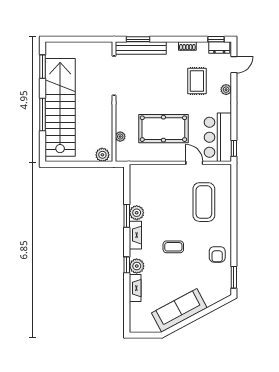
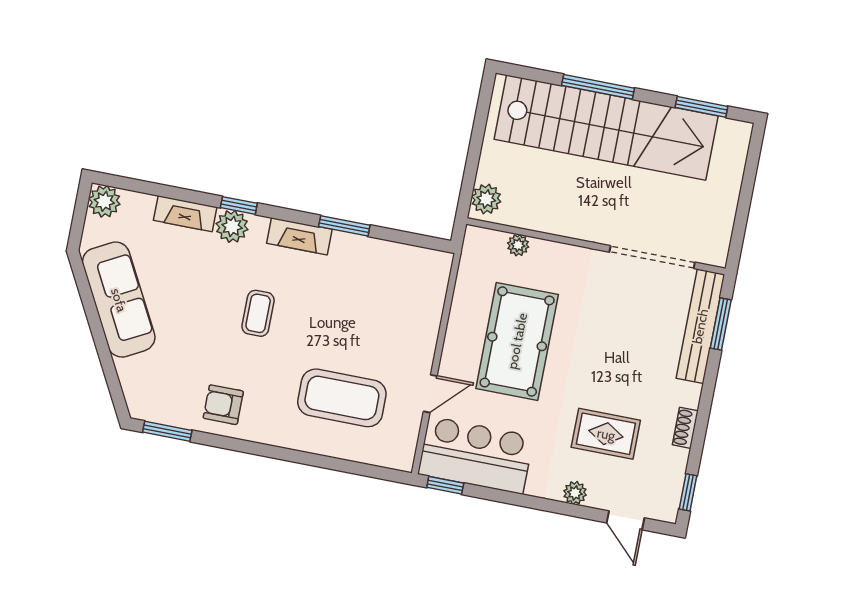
dresser: (219, 48) -> (668, 496), removed
plant: (137, 213) -> (104, 201), moved

